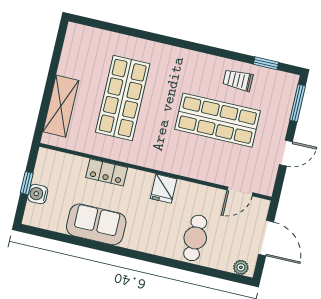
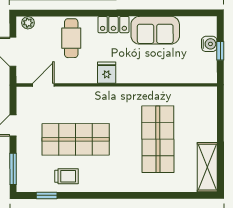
shelving: (61, 106) -> (207, 167), moved
locker: (107, 172) -> (113, 25), moved, turned 180

